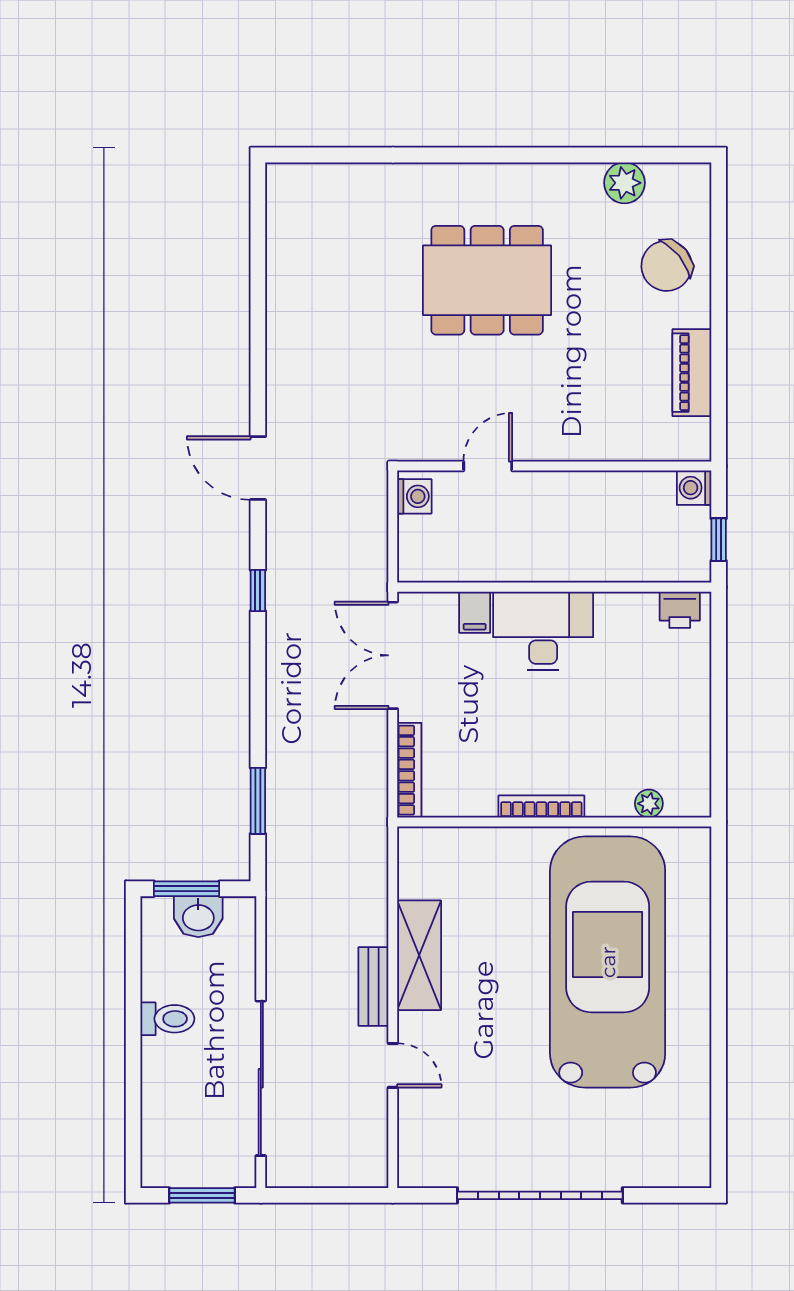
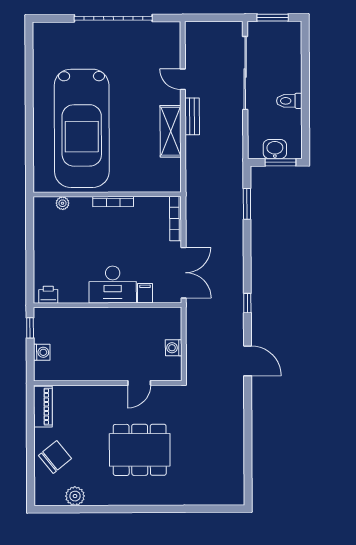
door: (488, 466) -> (139, 383), moved
wall: (554, 466) -> (108, 383), moved

